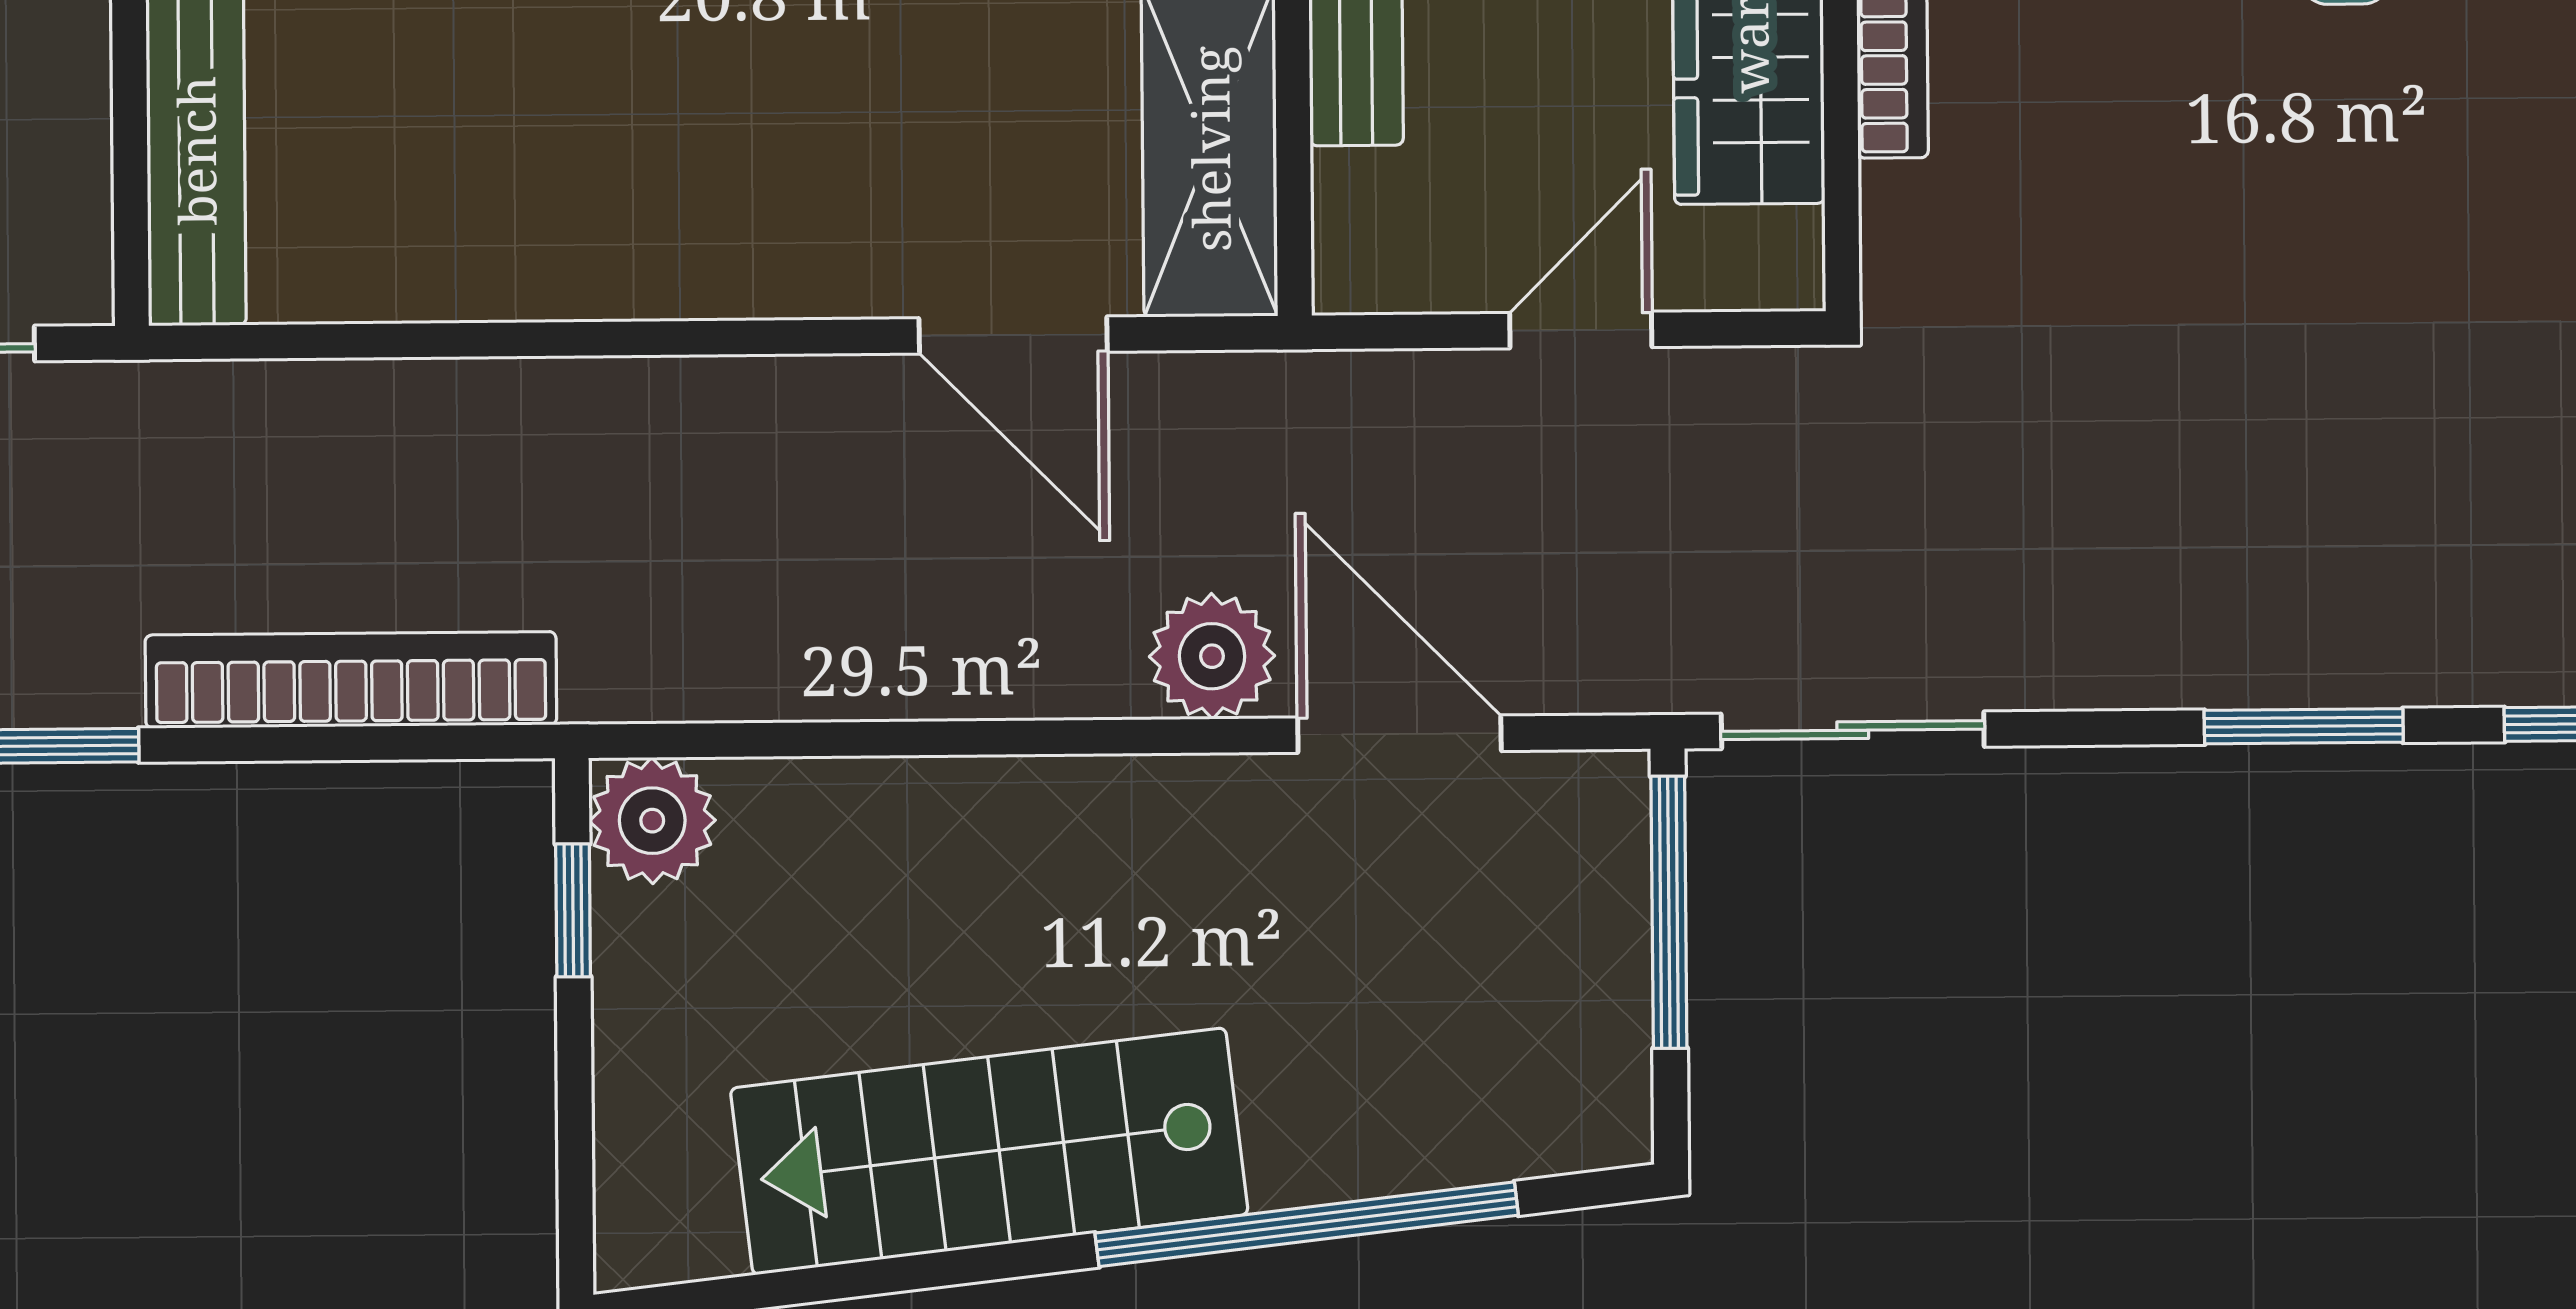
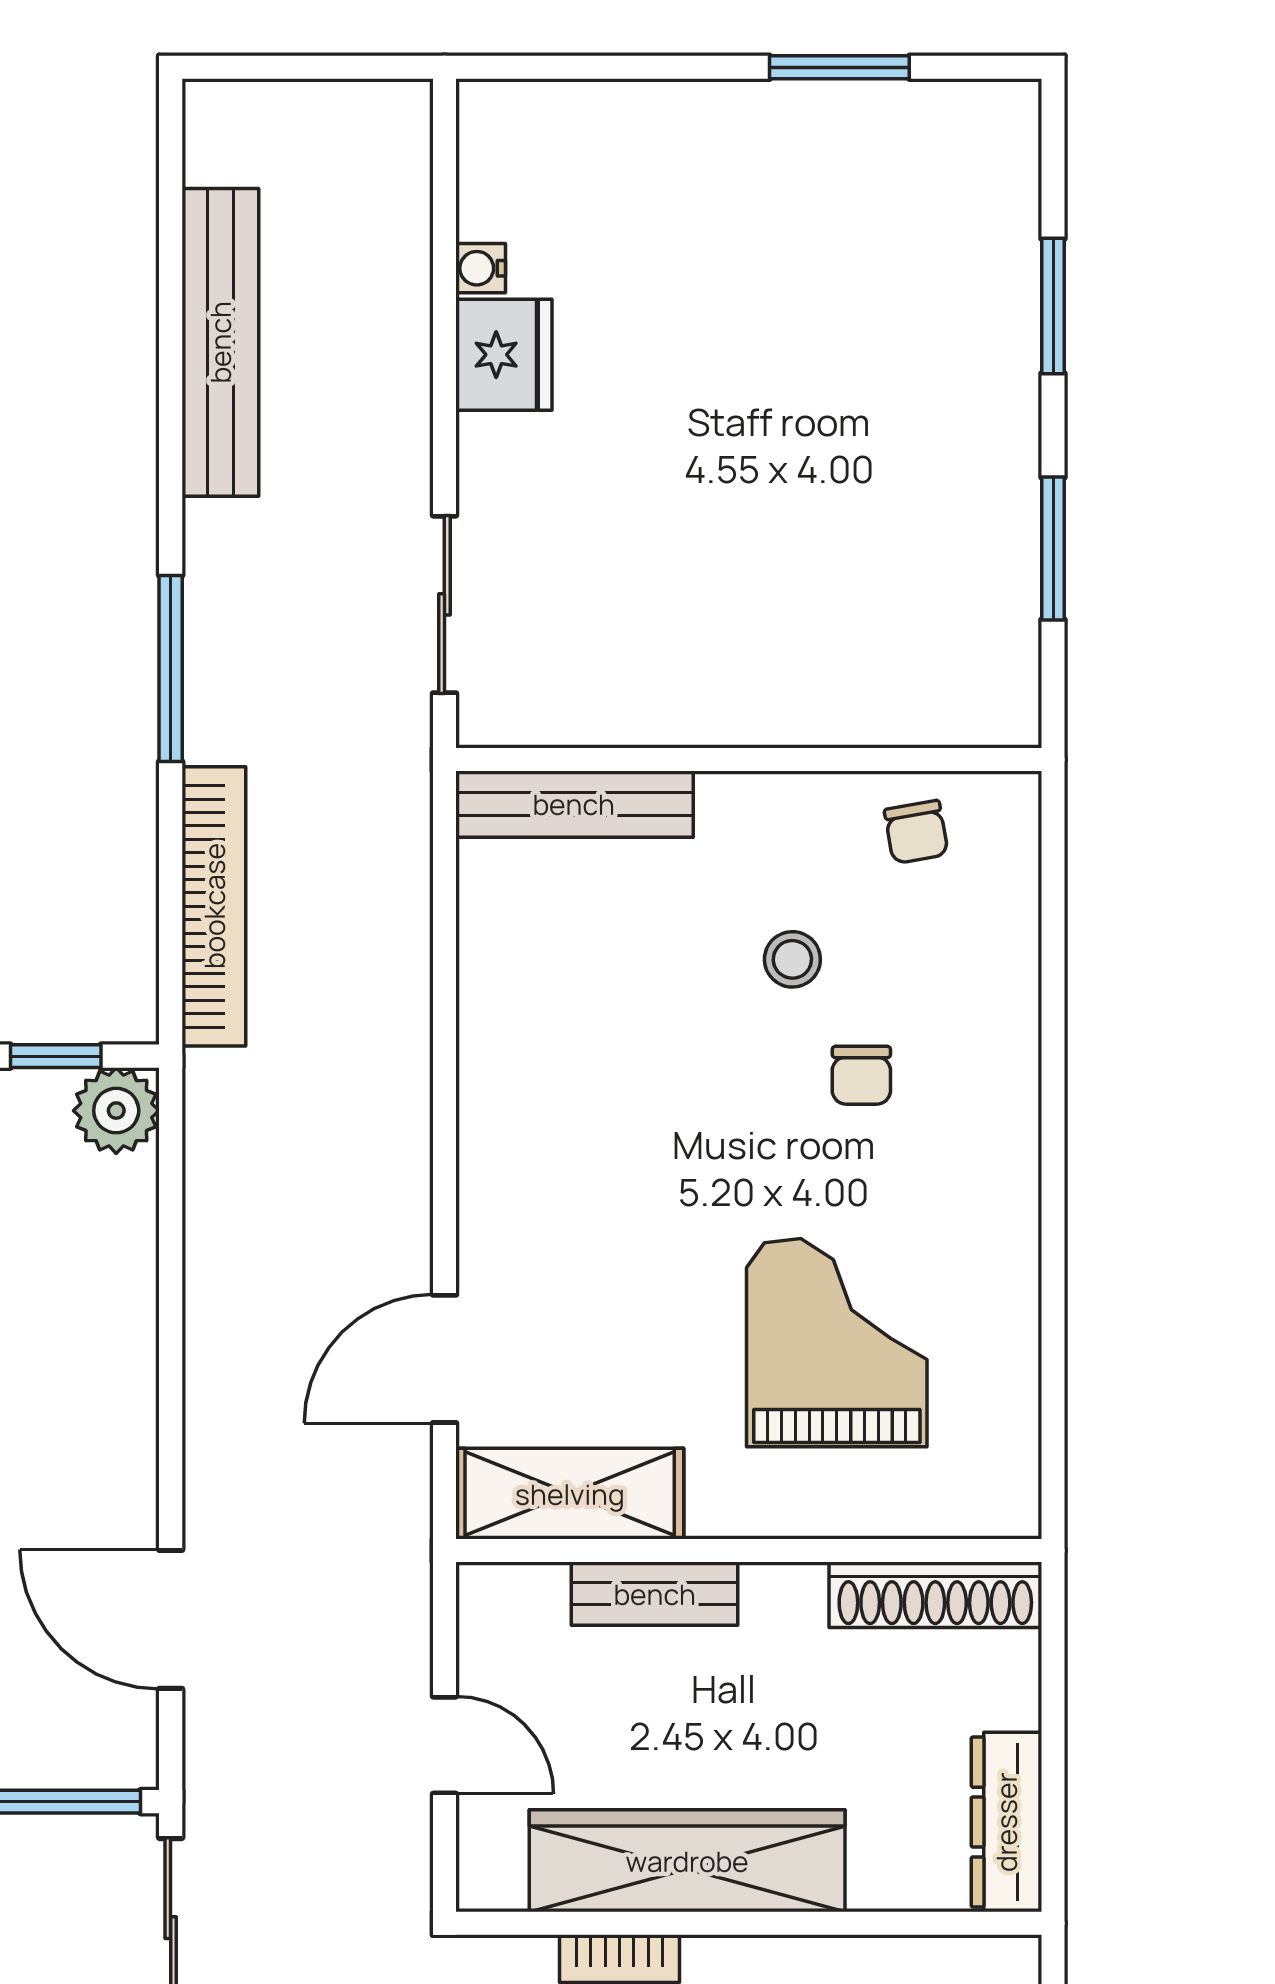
plant: (1212, 656) -> (225, 1492), removed
door: (1399, 734) -> (171, 1619), swing flipped

